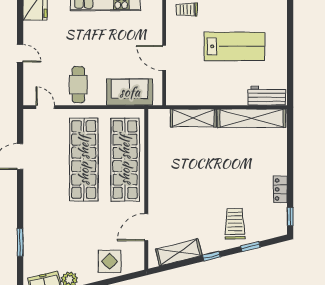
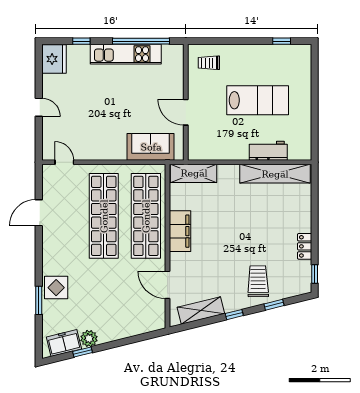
cafe table: (78, 85) -> (98, 139), removed
workbench: (267, 96) -> (268, 151), moved
shelving: (193, 118) -> (194, 173), moved
filing cabinet: (158, 175) -> (180, 231), added
door: (146, 227) -> (168, 285), hinge flipped
display table: (110, 261) -> (56, 288), moved

